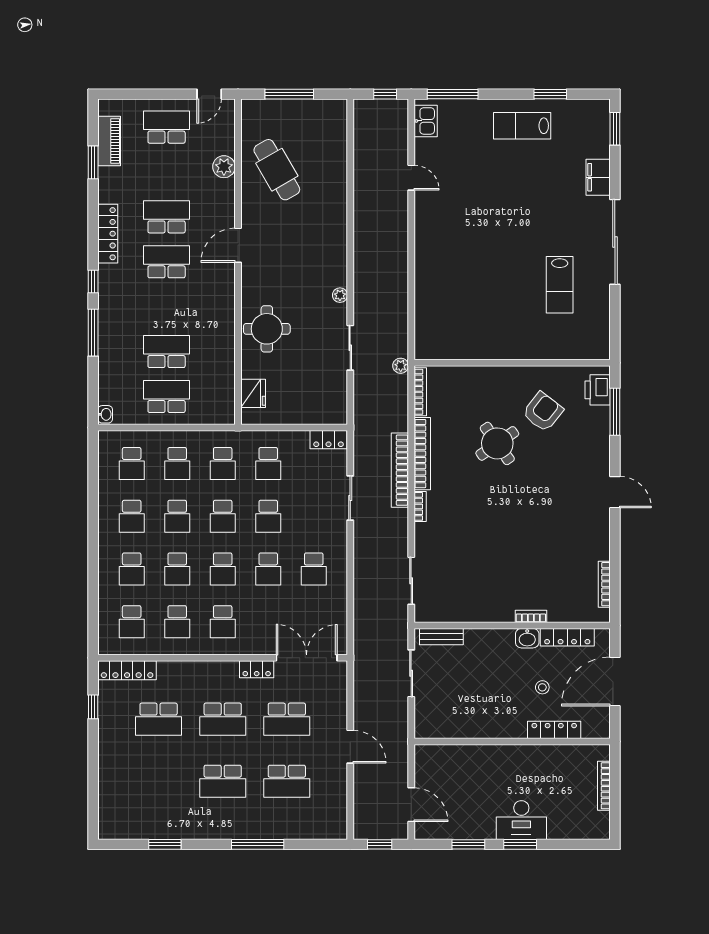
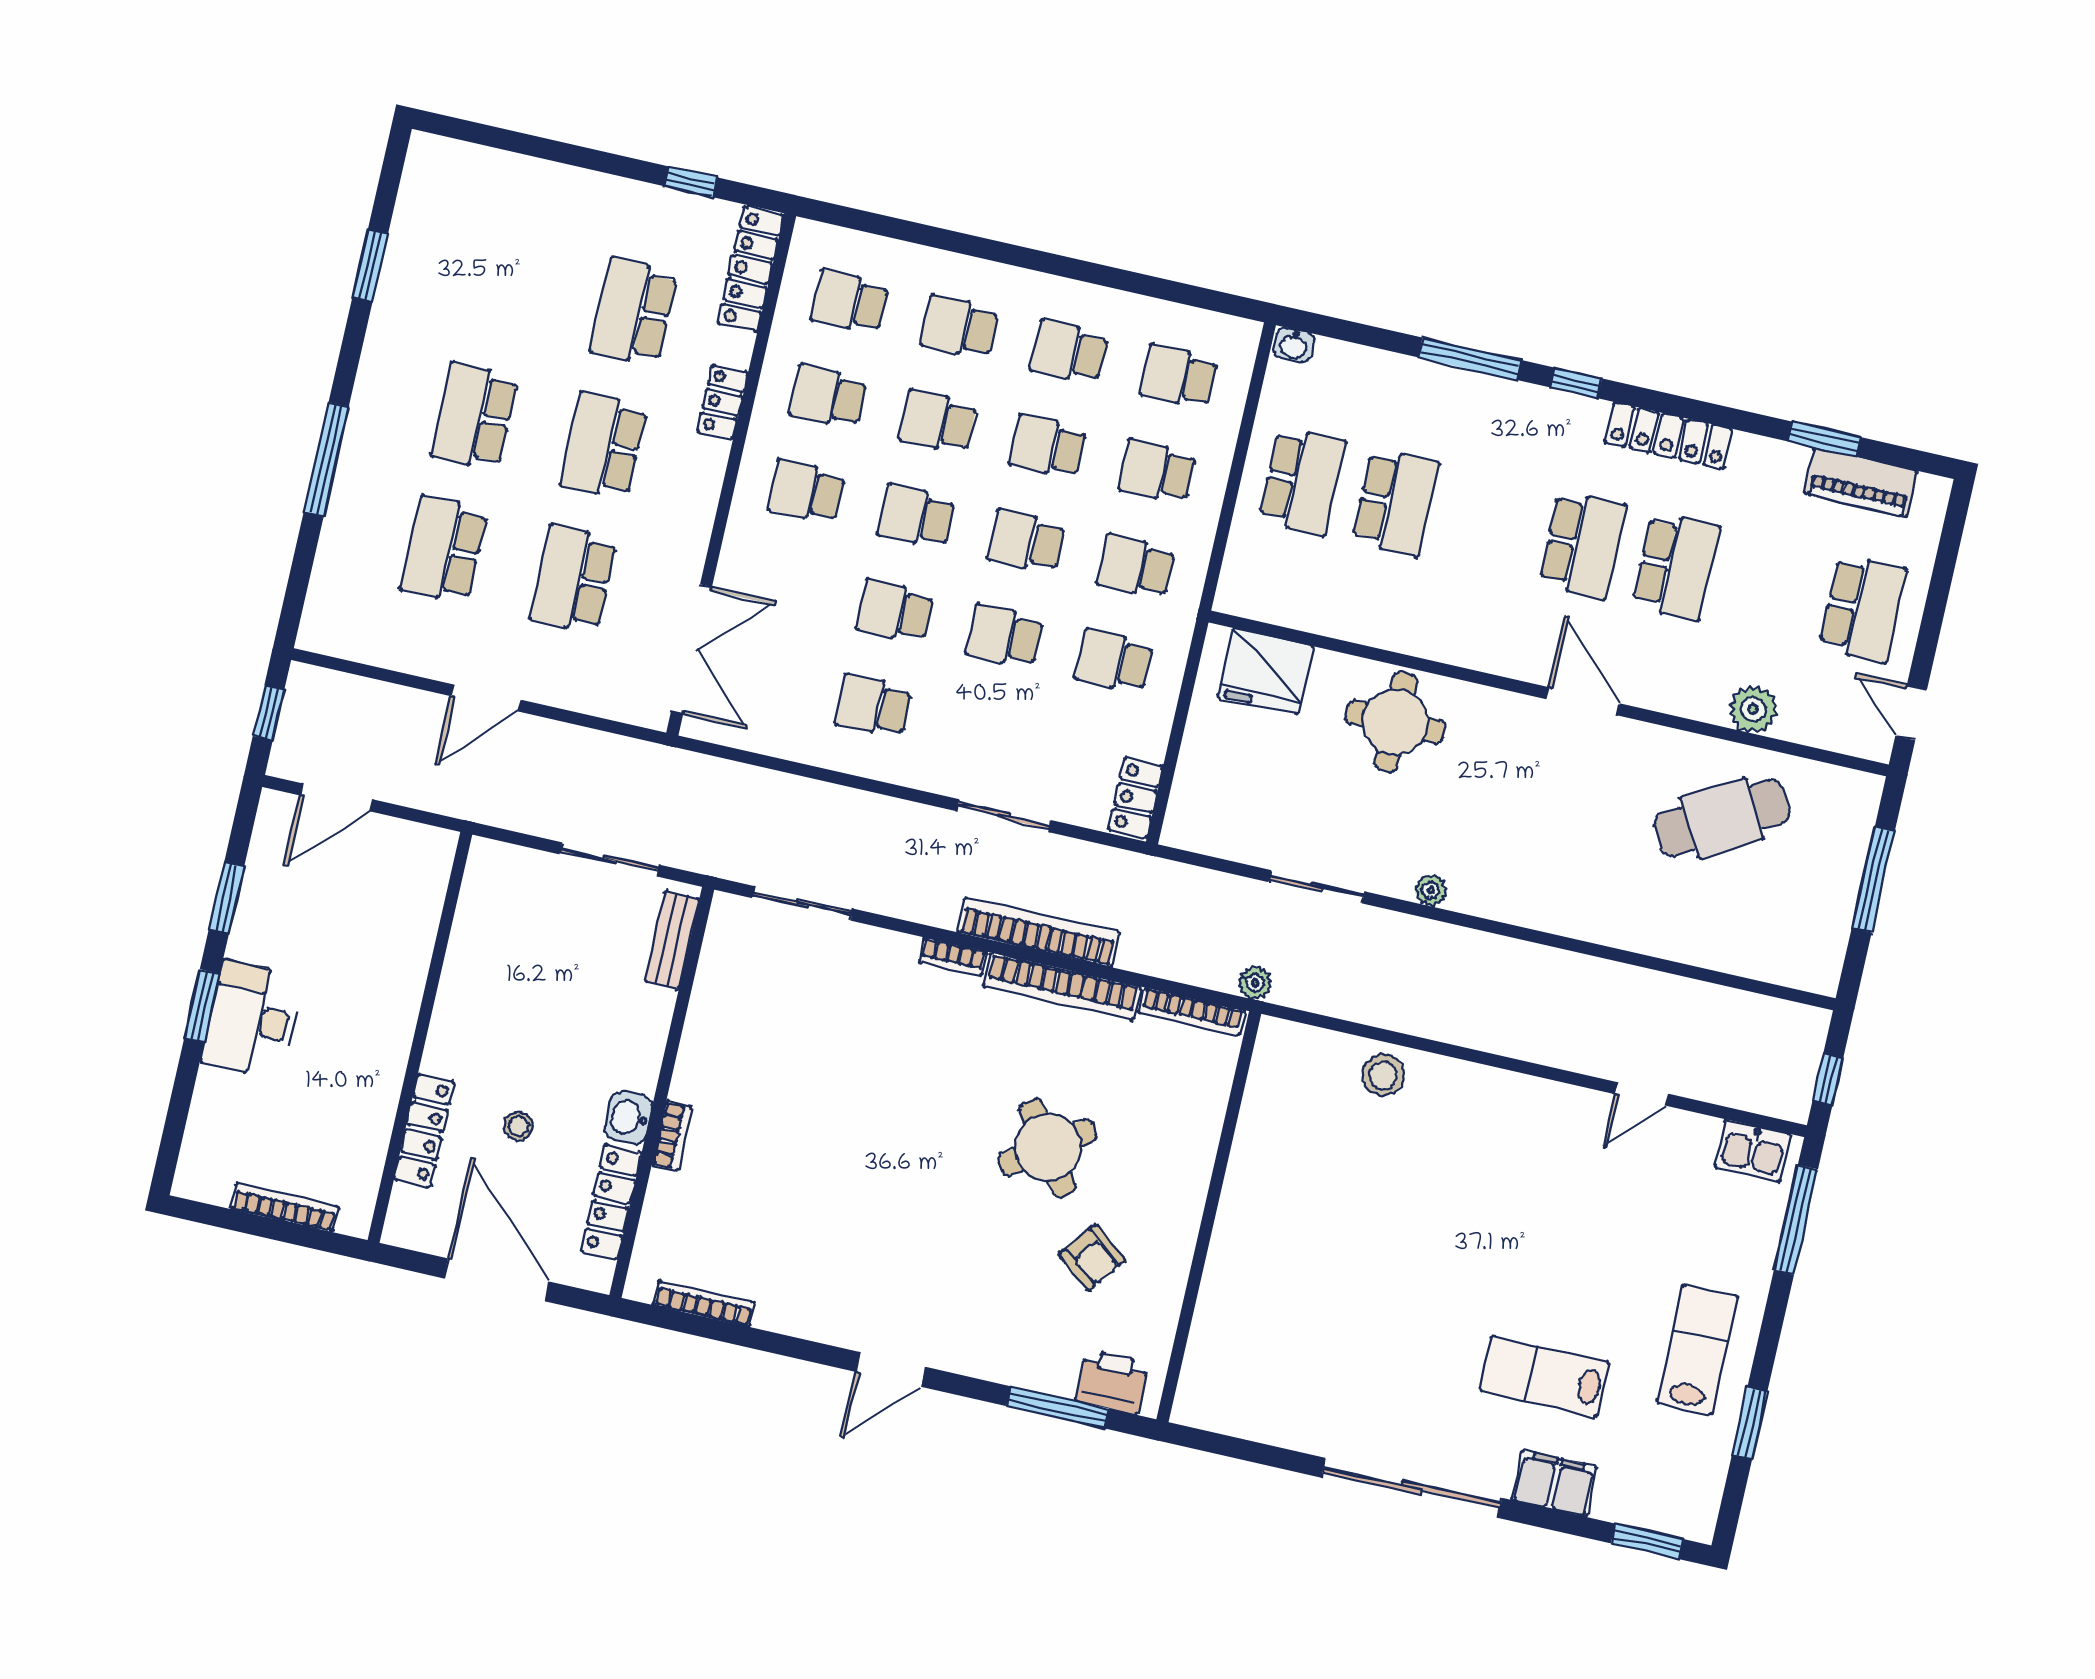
lab bench: (560, 285) -> (1544, 1376), moved
stool: (429, 298) -> (1383, 1075), added
fridge: (253, 393) -> (1266, 671), width x1.36, depth x1.34
armchair: (543, 412) -> (1092, 1257), width x0.72, depth x0.72
locker: (257, 669) -> (723, 402), moved

